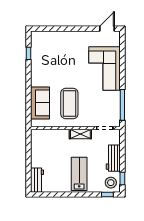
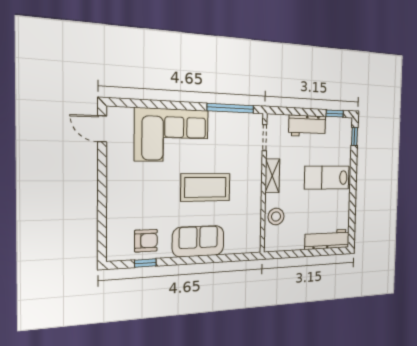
armchair: (42, 54) -> (146, 241), added
sofa: (40, 103) -> (198, 241), moved
coffee table: (69, 103) -> (205, 187), moved
workbench: (37, 180) -> (327, 239), width x1.38
stool: (111, 183) -> (276, 216), moved

